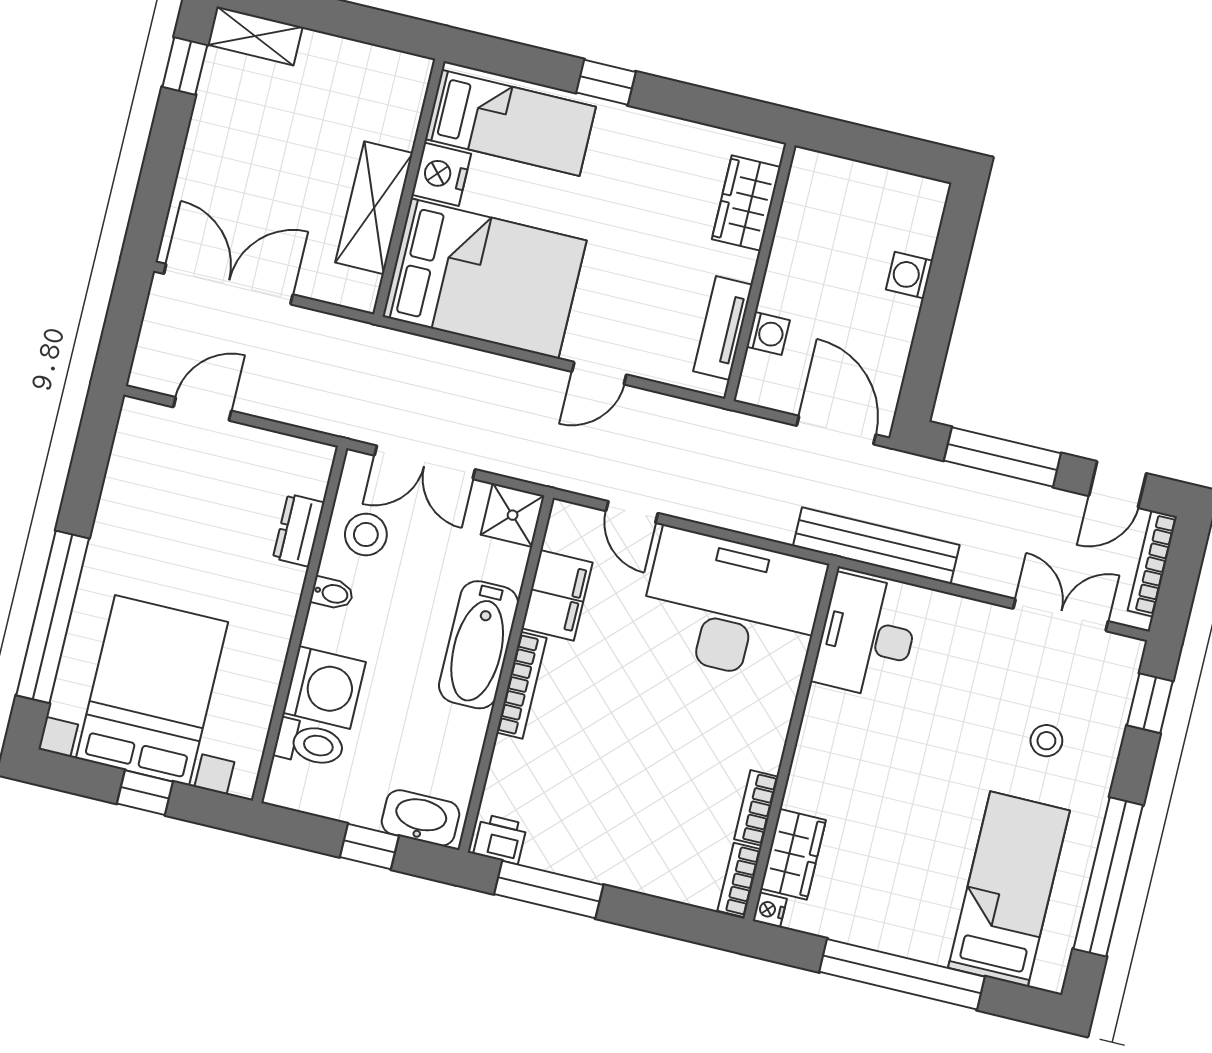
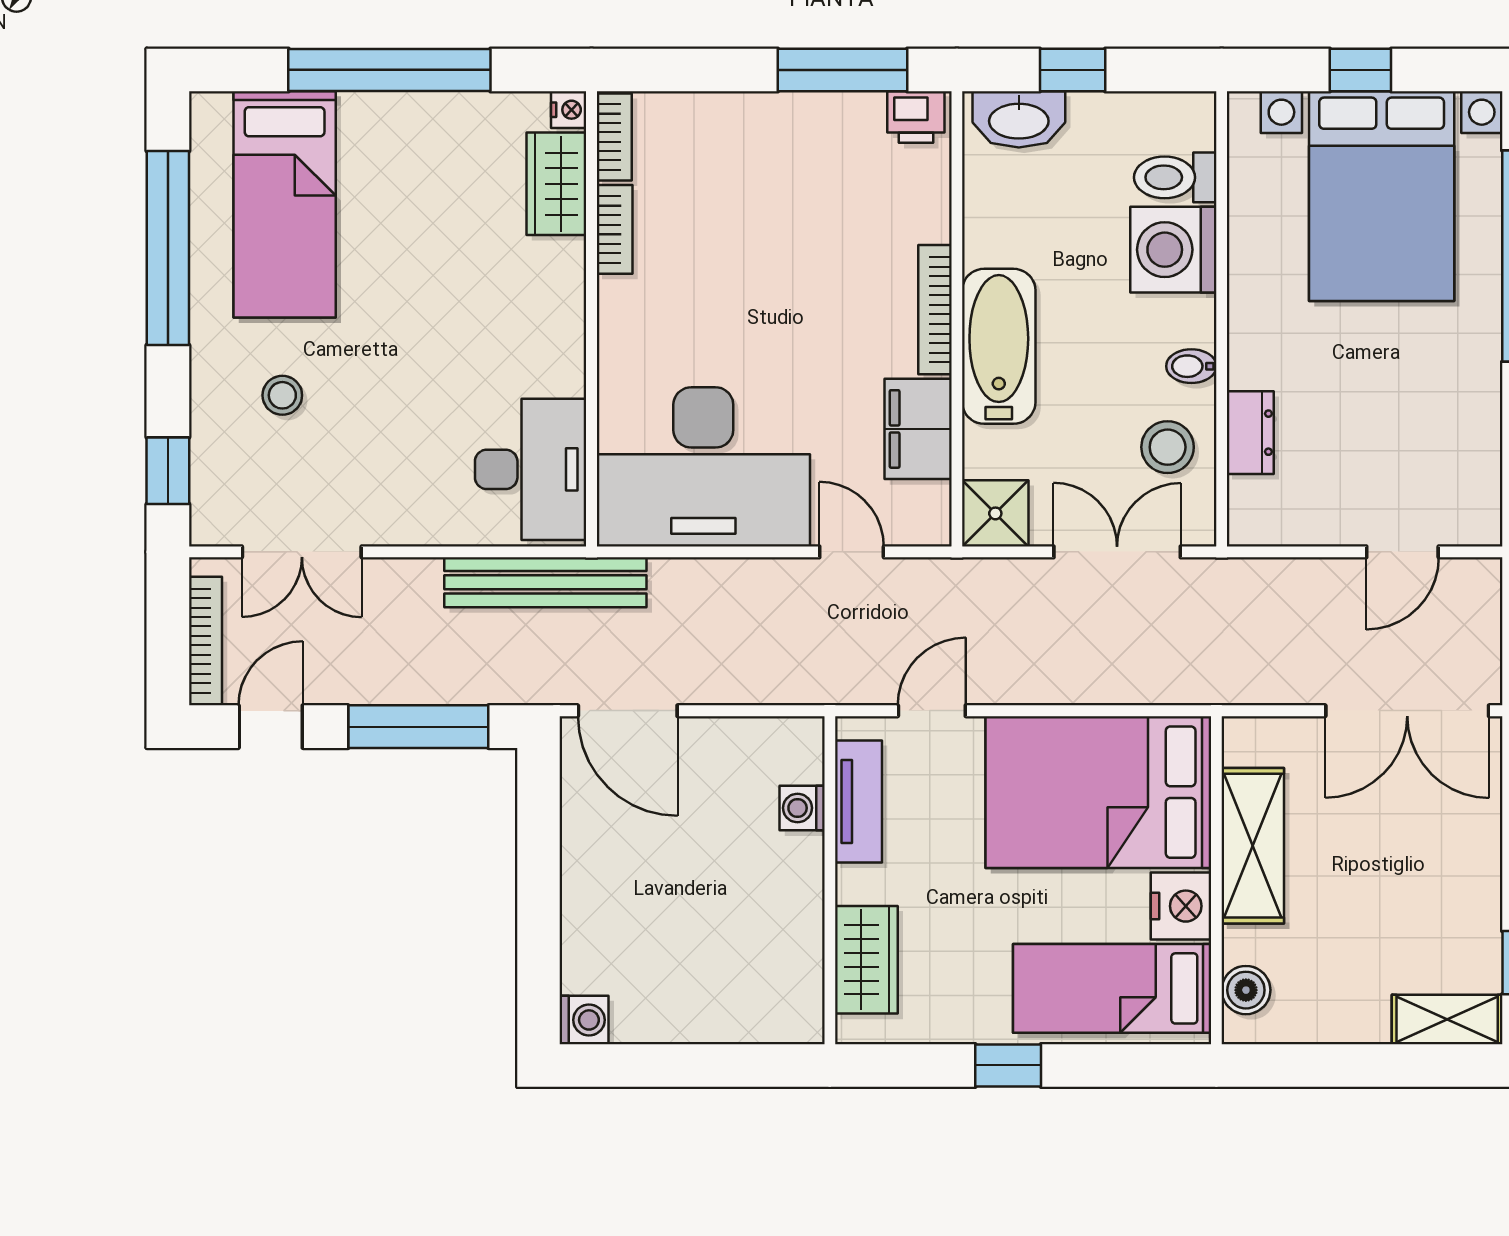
boiler: (406, 97) -> (1246, 990), added
wardrobe: (746, 203) -> (866, 960), moved
wall: (760, 272) -> (830, 880), moved
washing machine: (909, 275) -> (584, 1020), moved
tv unit: (723, 328) -> (858, 801), moved
washing machine: (768, 333) -> (802, 808), moved

